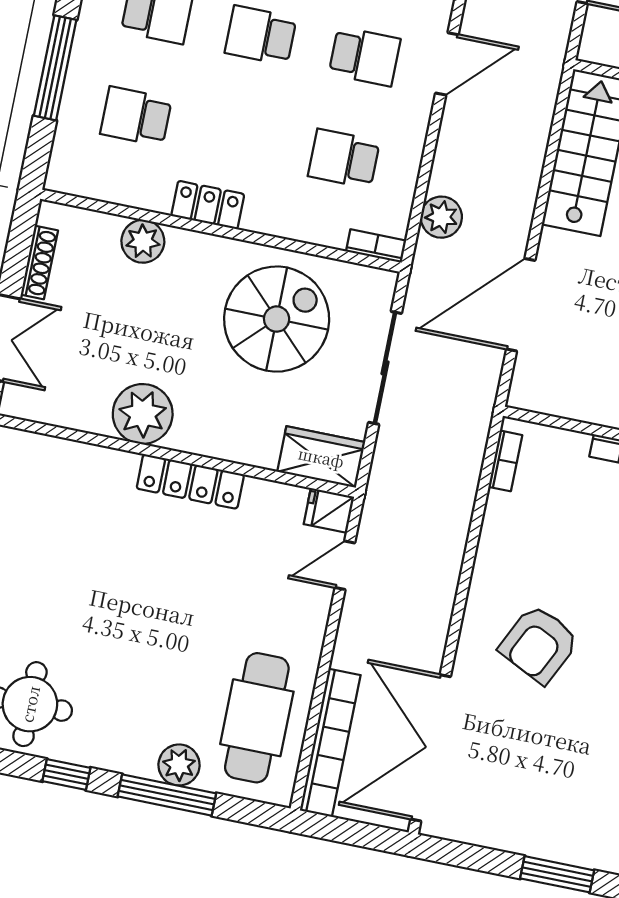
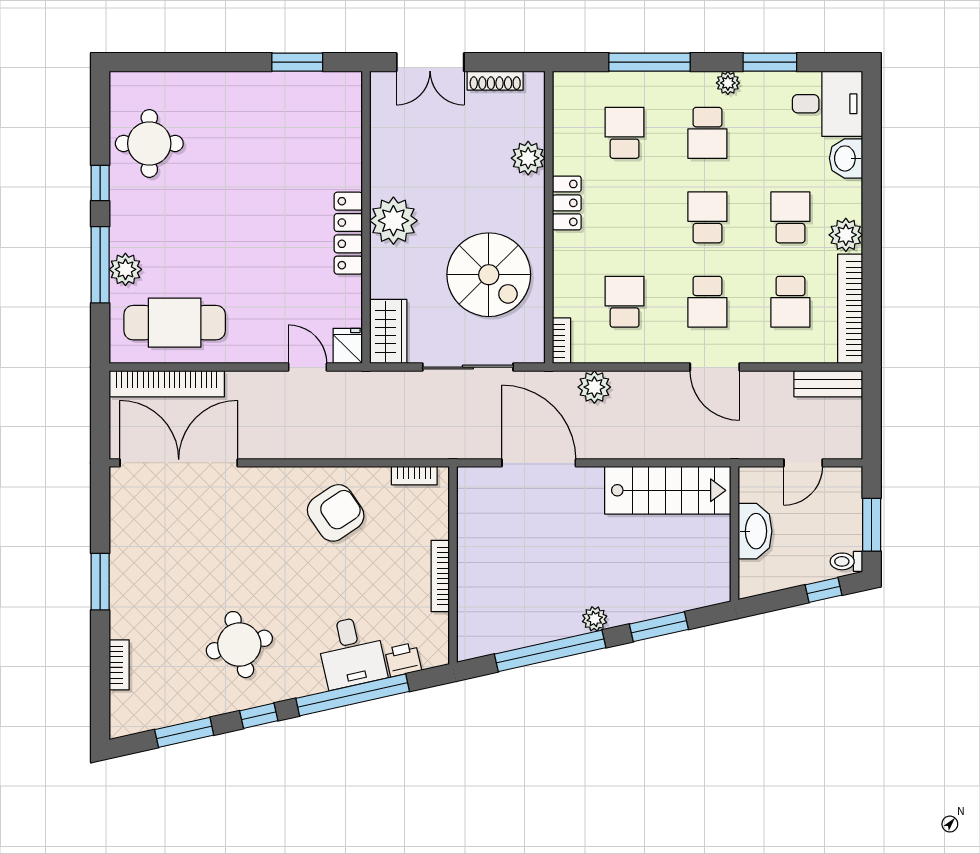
plant: (143, 414) -> (393, 221), moved
armchair: (539, 644) -> (336, 513), moved, turned 120

